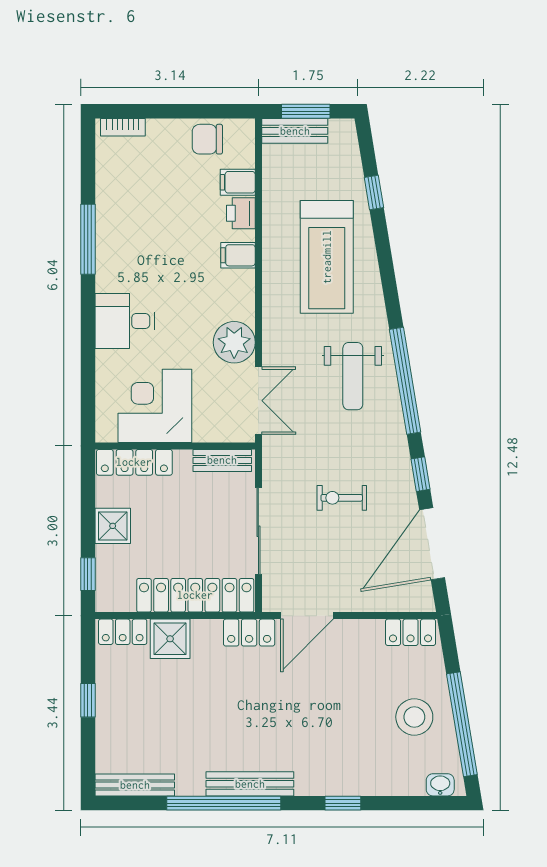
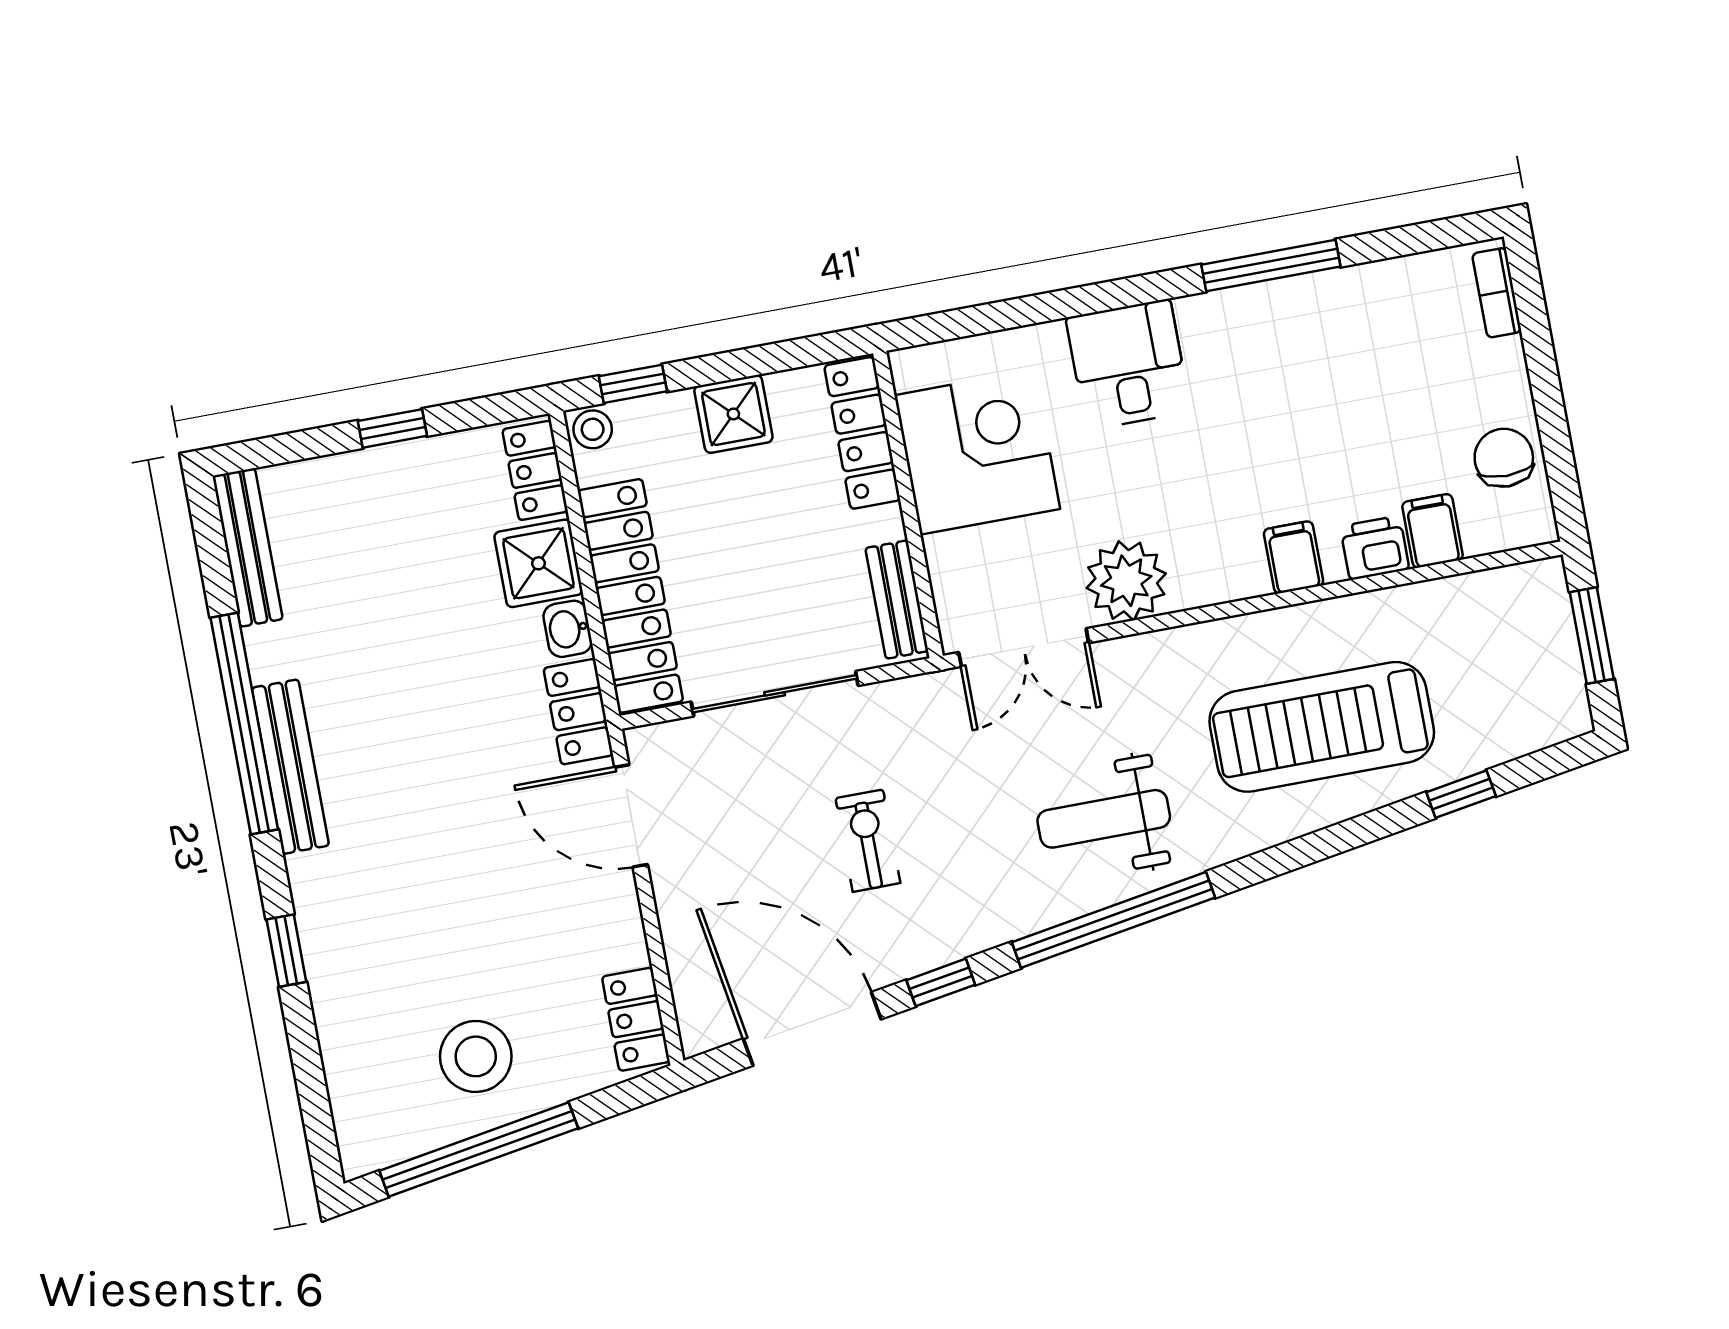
bench: (295, 131) -> (1550, 621), removed
stool: (107, 599) -> (593, 429), added
washbasin: (440, 785) -> (568, 629), moved, turned 180

